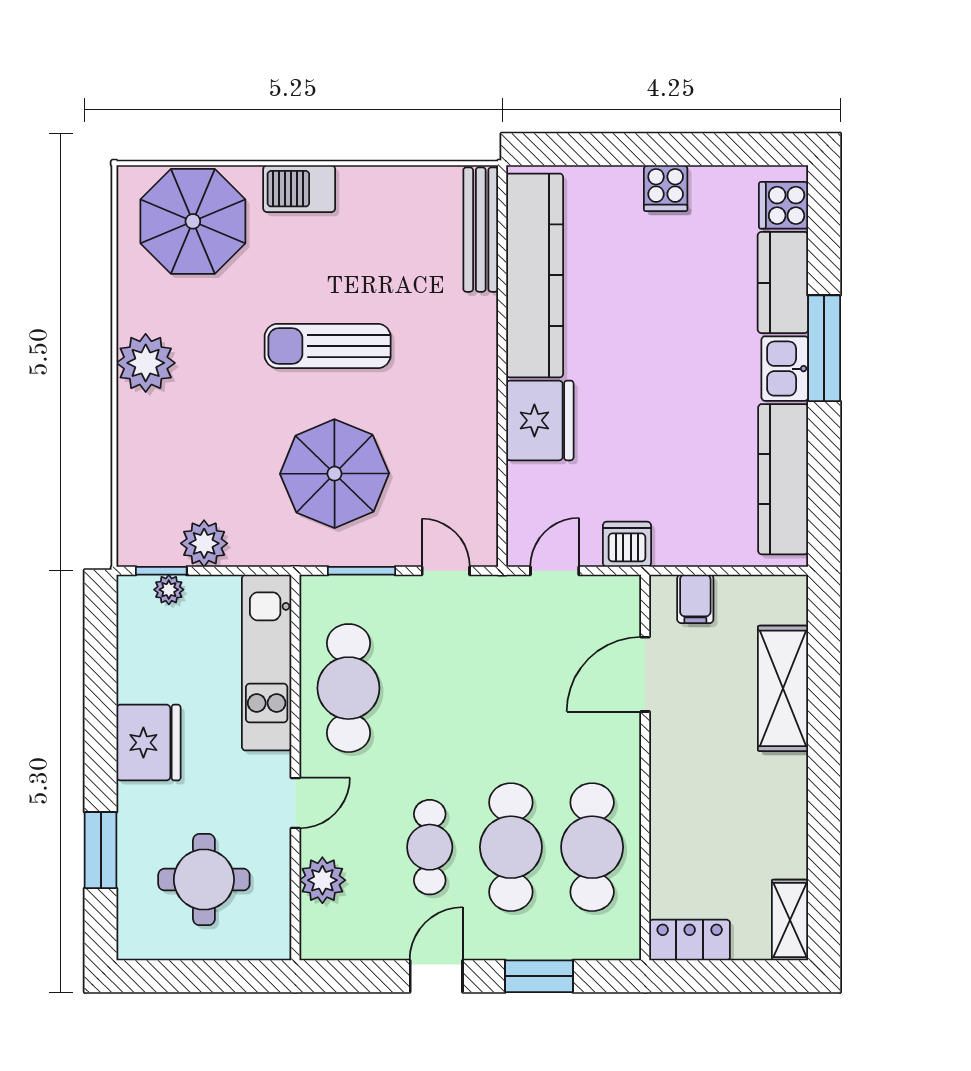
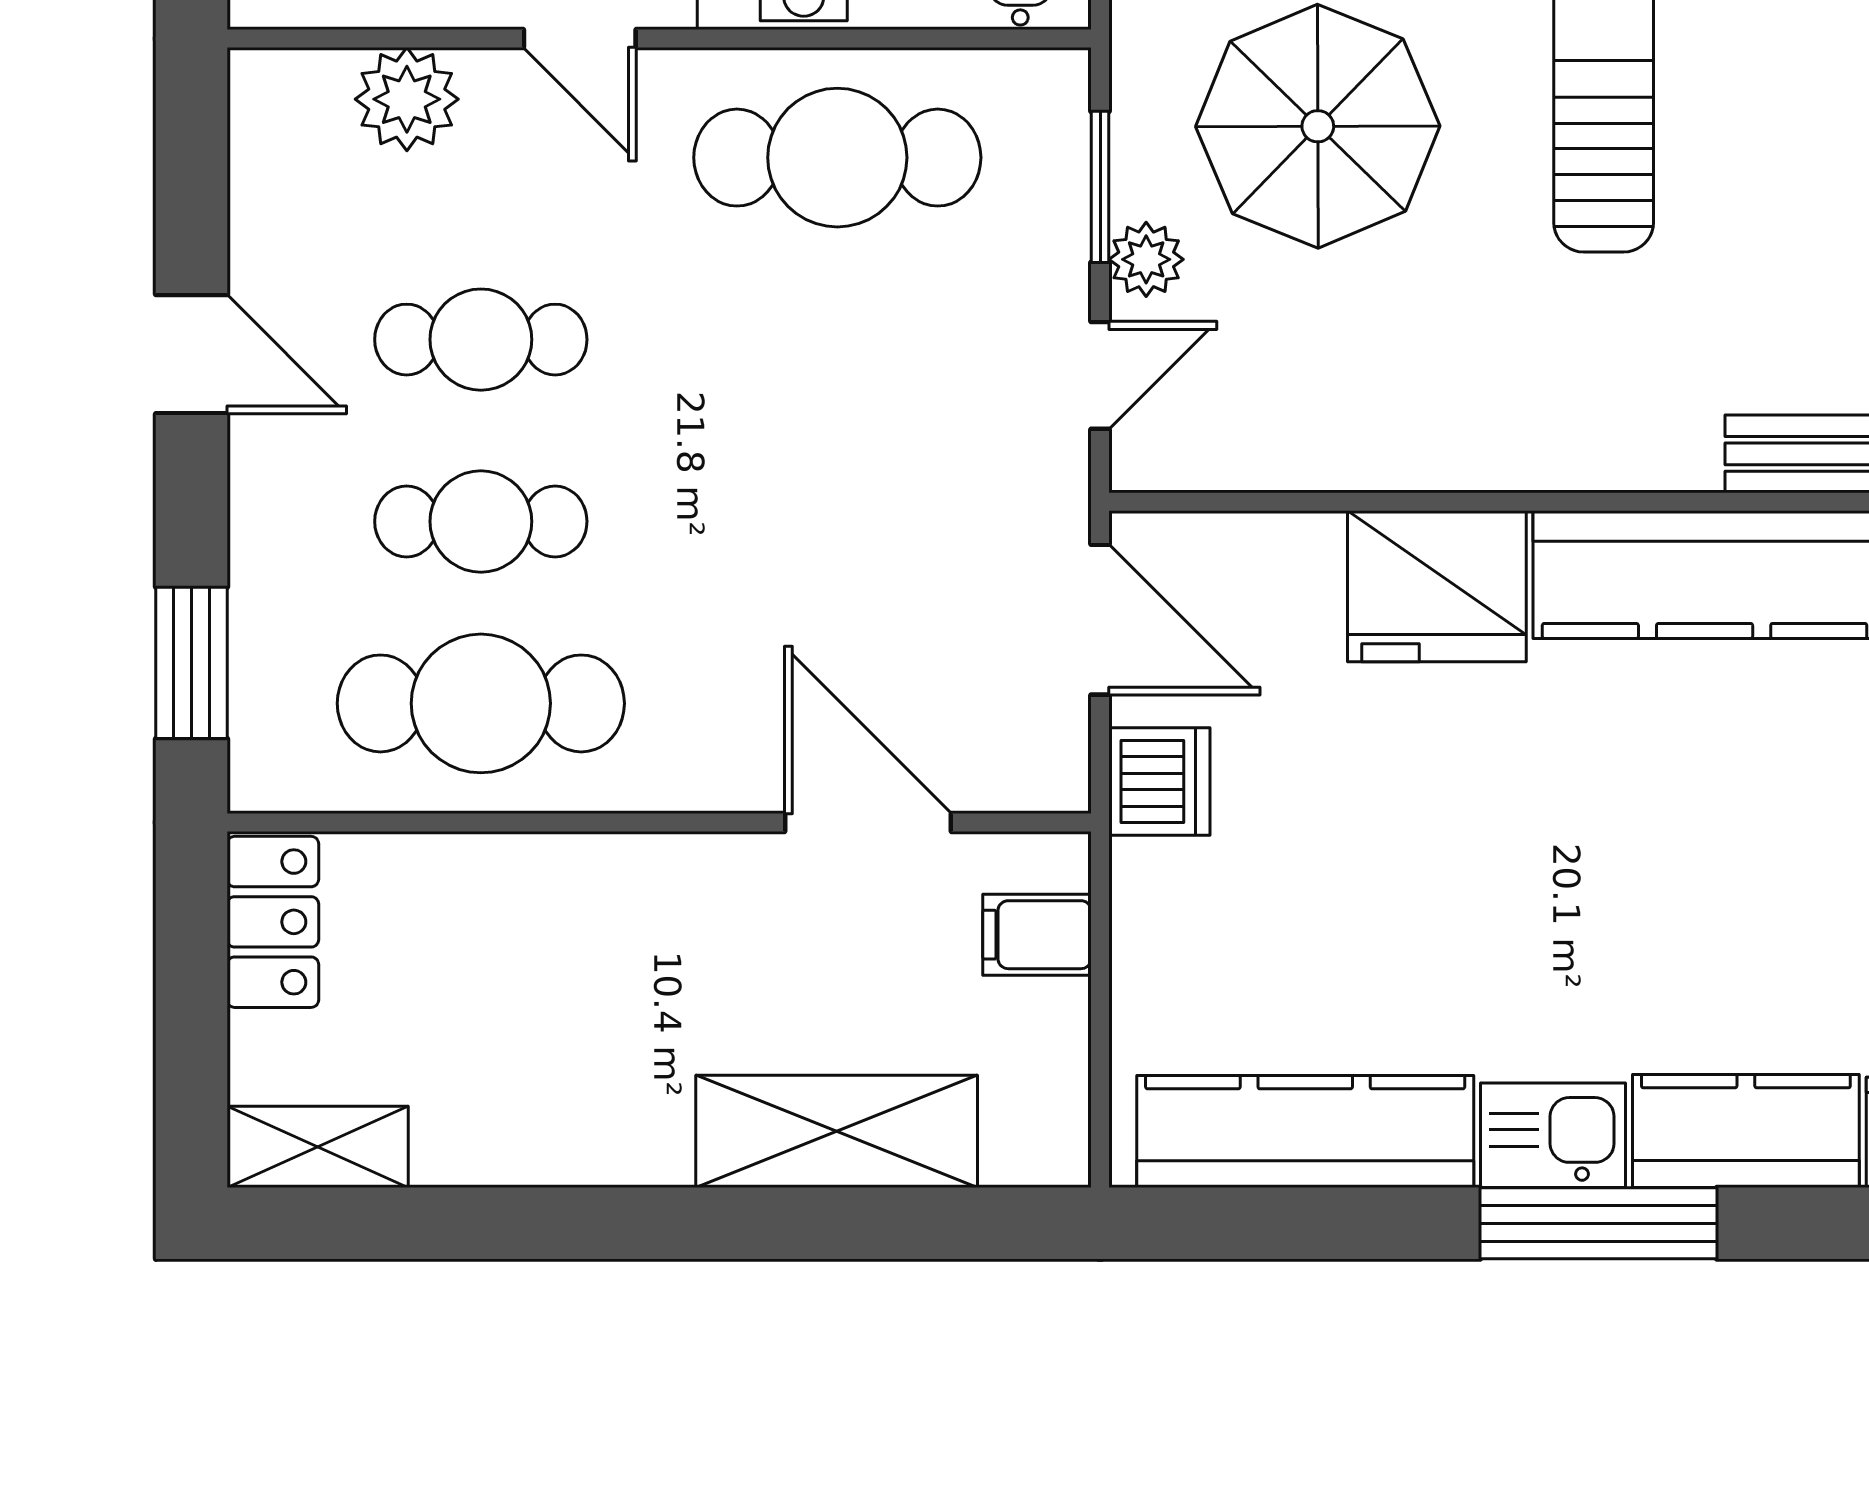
plant: (394, 550) -> (1146, 259), added
door: (555, 571) -> (1100, 620), width x1.37
cafe table: (511, 847) -> (481, 521), width x0.73, depth x0.74
window: (539, 976) -> (191, 663), moved

